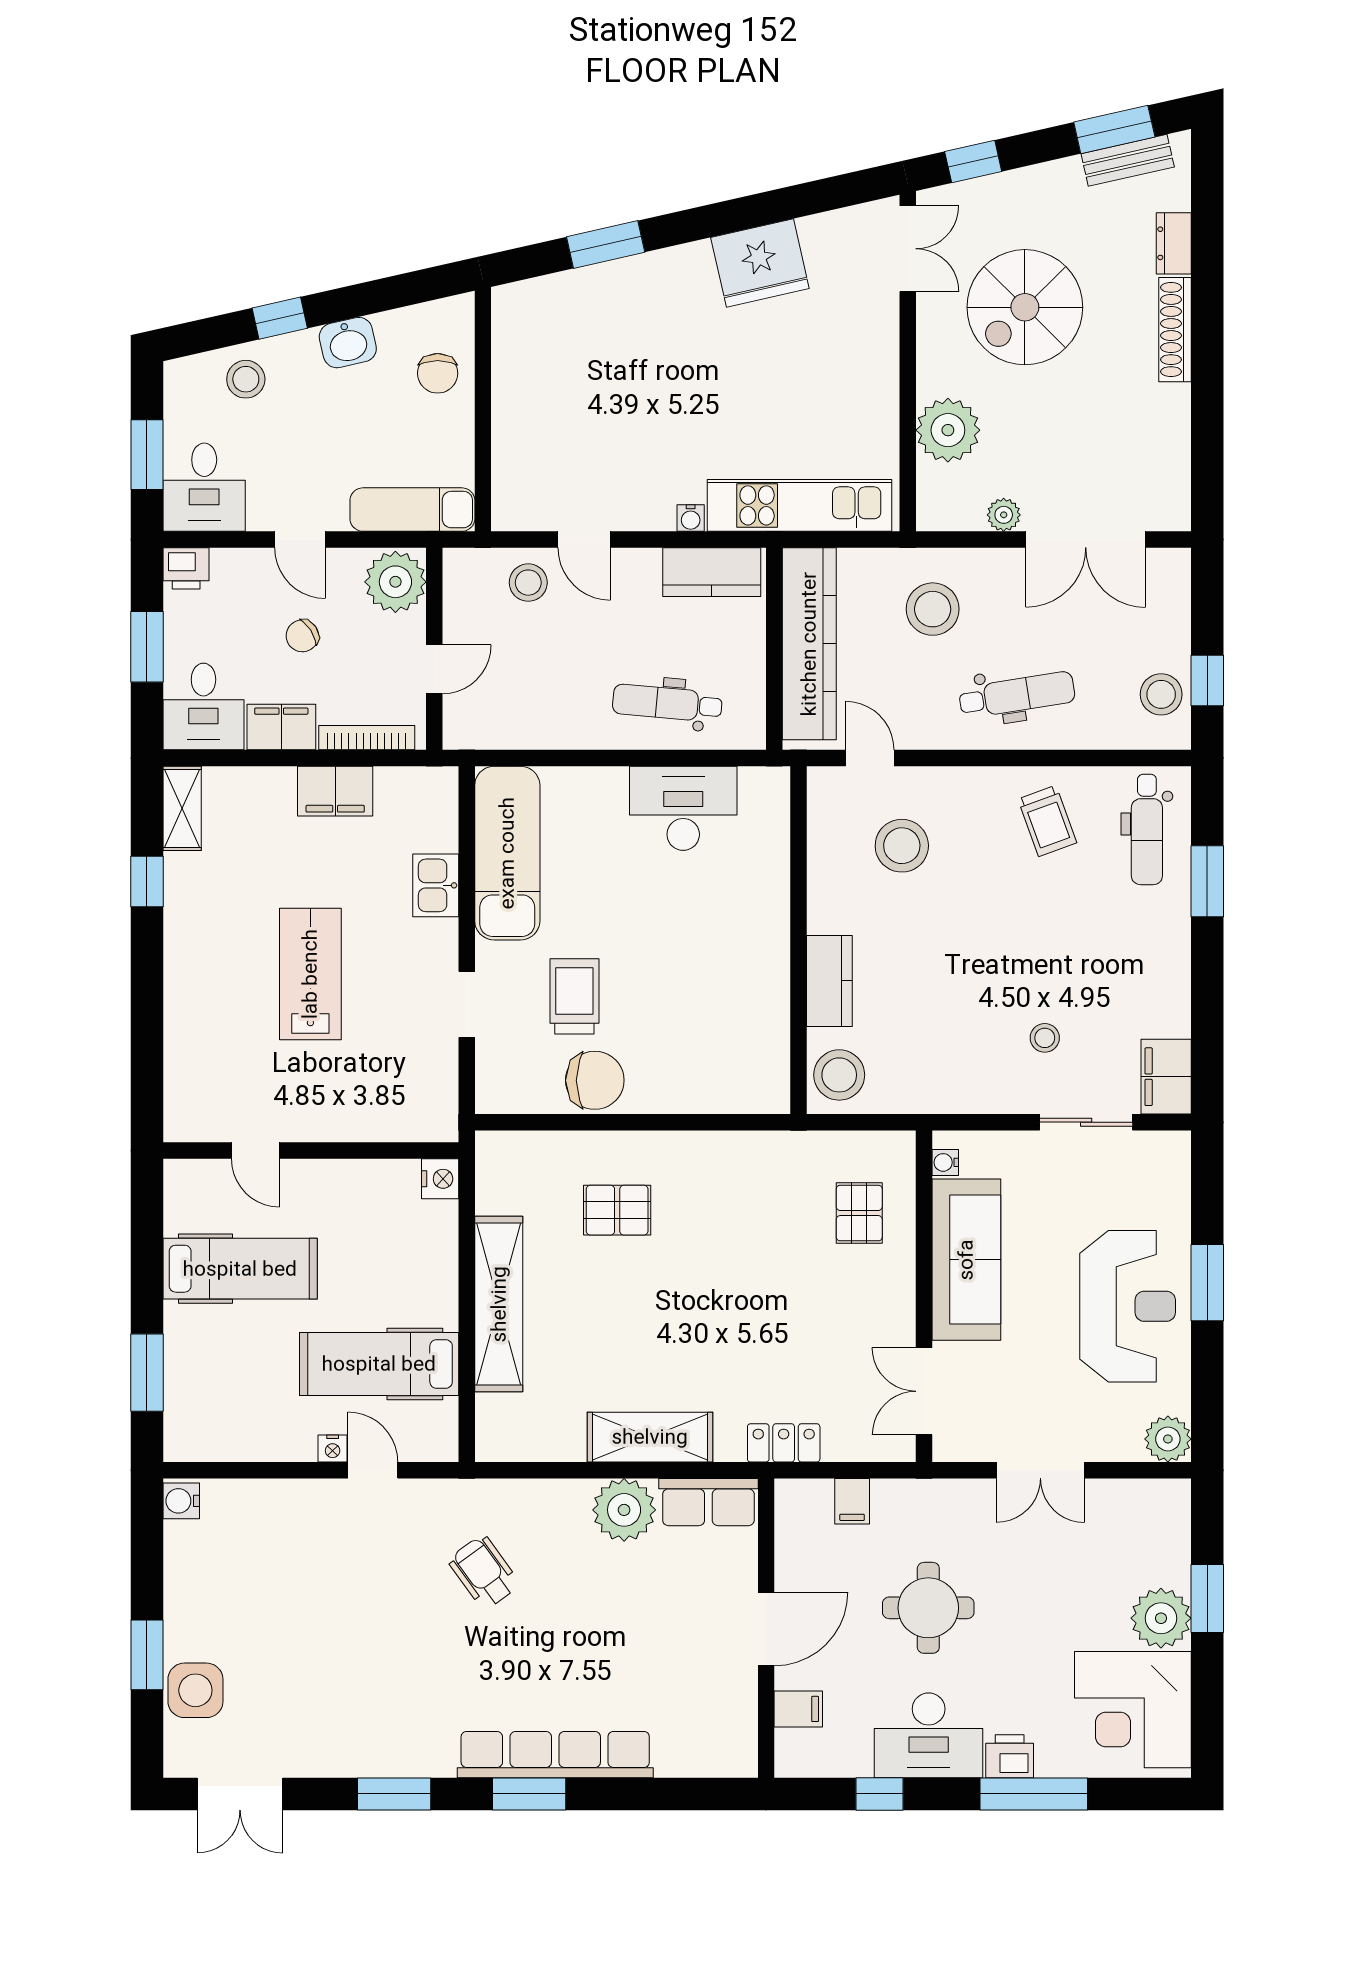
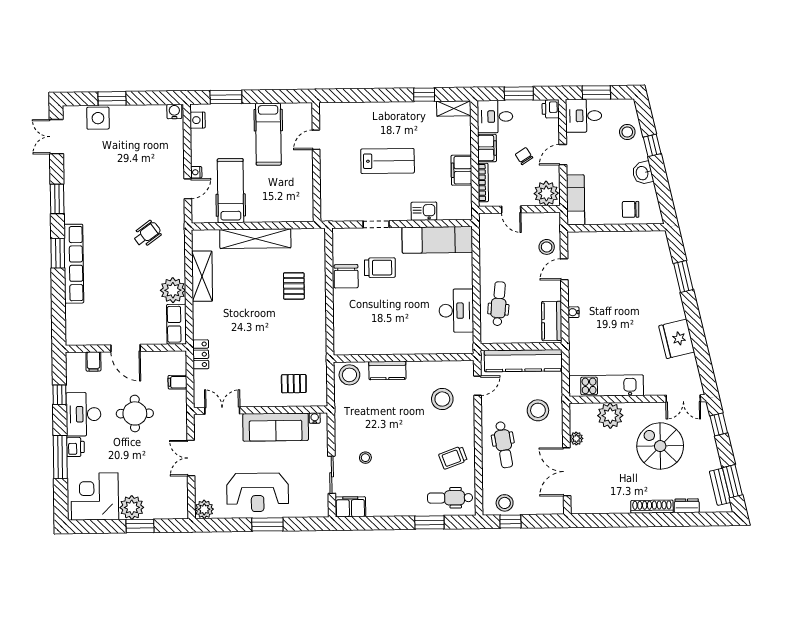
kitchen unit: (799, 505) -> (606, 386), moved, turned -90
nightstand: (440, 1179) -> (198, 120), moved, turned 90
shelving: (650, 1437) -> (202, 276), moved

